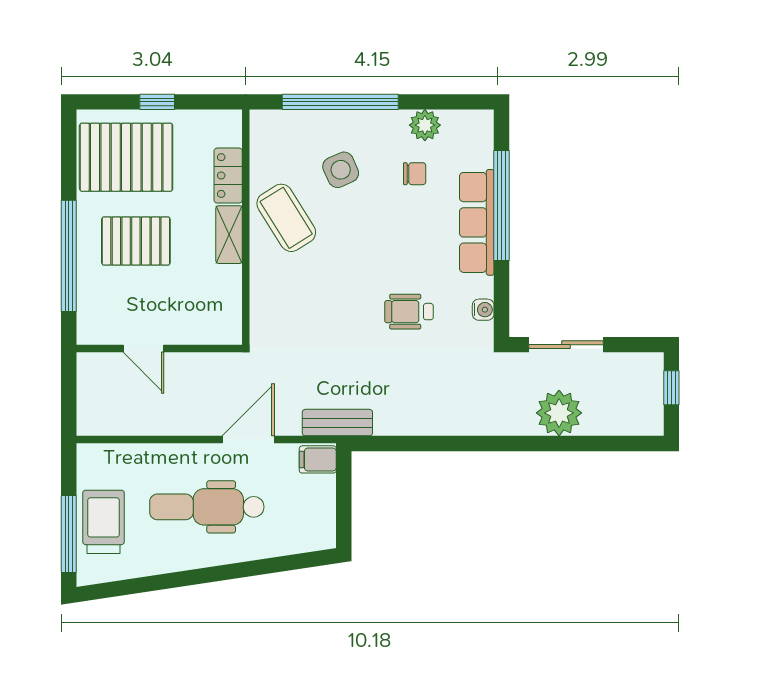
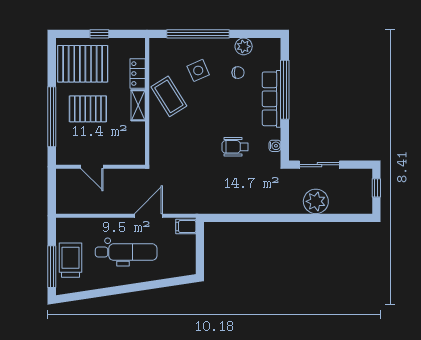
bench: (337, 423) -> (196, 207), removed
dental chair: (207, 507) -> (126, 252), turned 180

